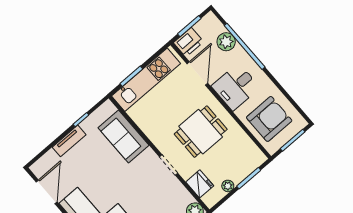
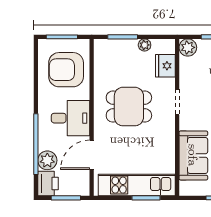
printer: (189, 42) -> (48, 184), moved, turned 90

